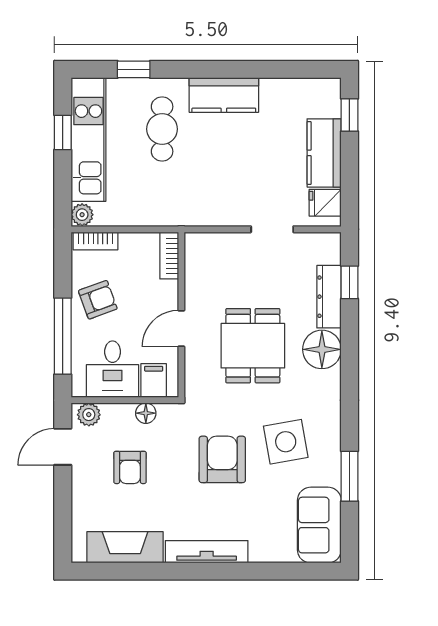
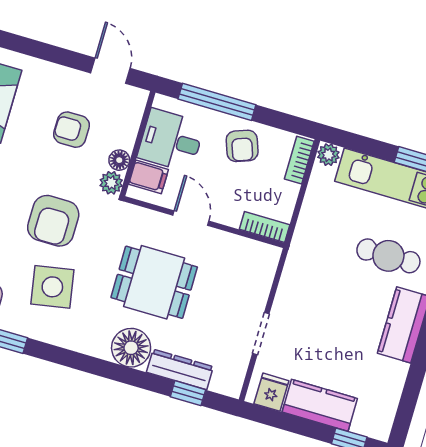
plant: (89, 415) -> (111, 183), moved
armchair: (222, 459) -> (53, 221), turned 90

